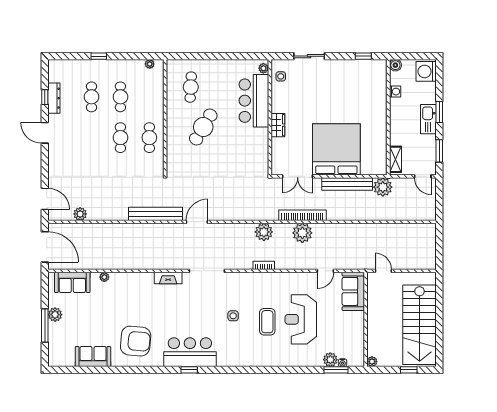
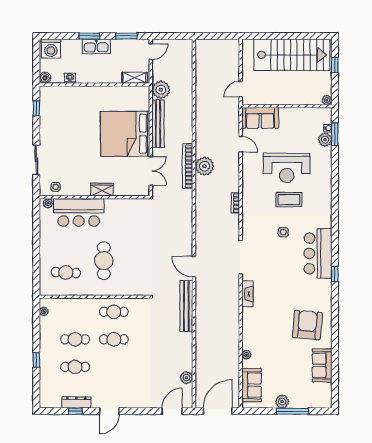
cafe table: (203, 127) -> (104, 261), turned 59
plant: (264, 232) -> (204, 203), removed
bar counter: (190, 352) -> (318, 253), moved

